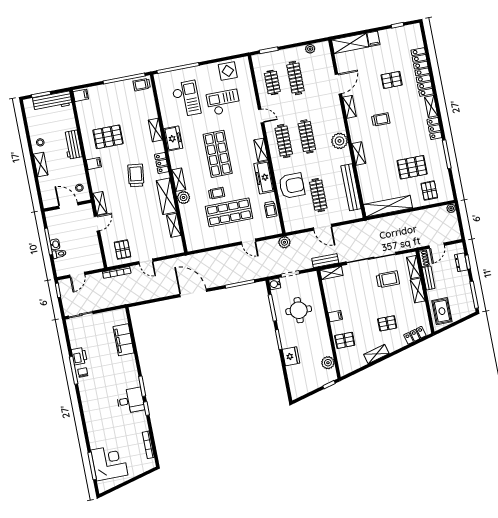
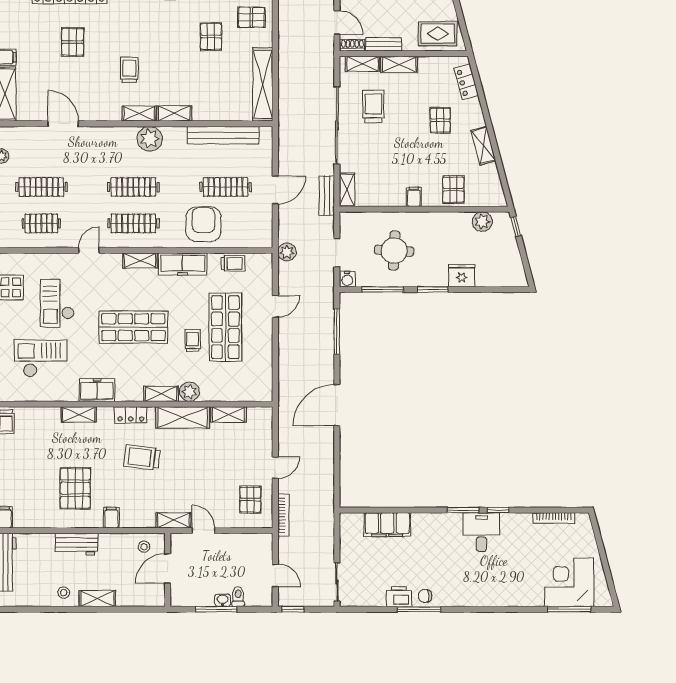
shelving: (349, 107) -> (139, 114), moved
pallet: (412, 167) -> (211, 37), width x0.67, depth x0.71
pallet: (122, 250) -> (250, 500), turned 90

